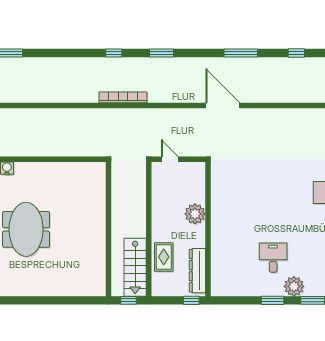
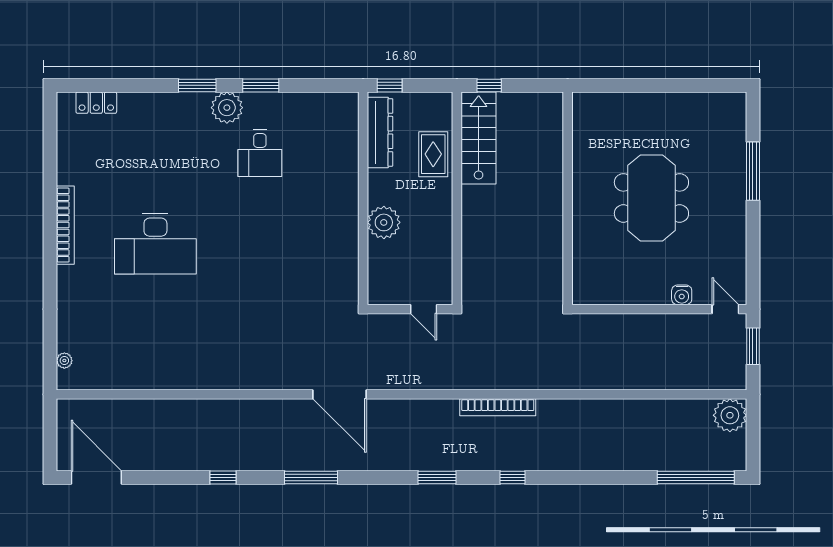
wall: (108, 229) -> (568, 198), moved

